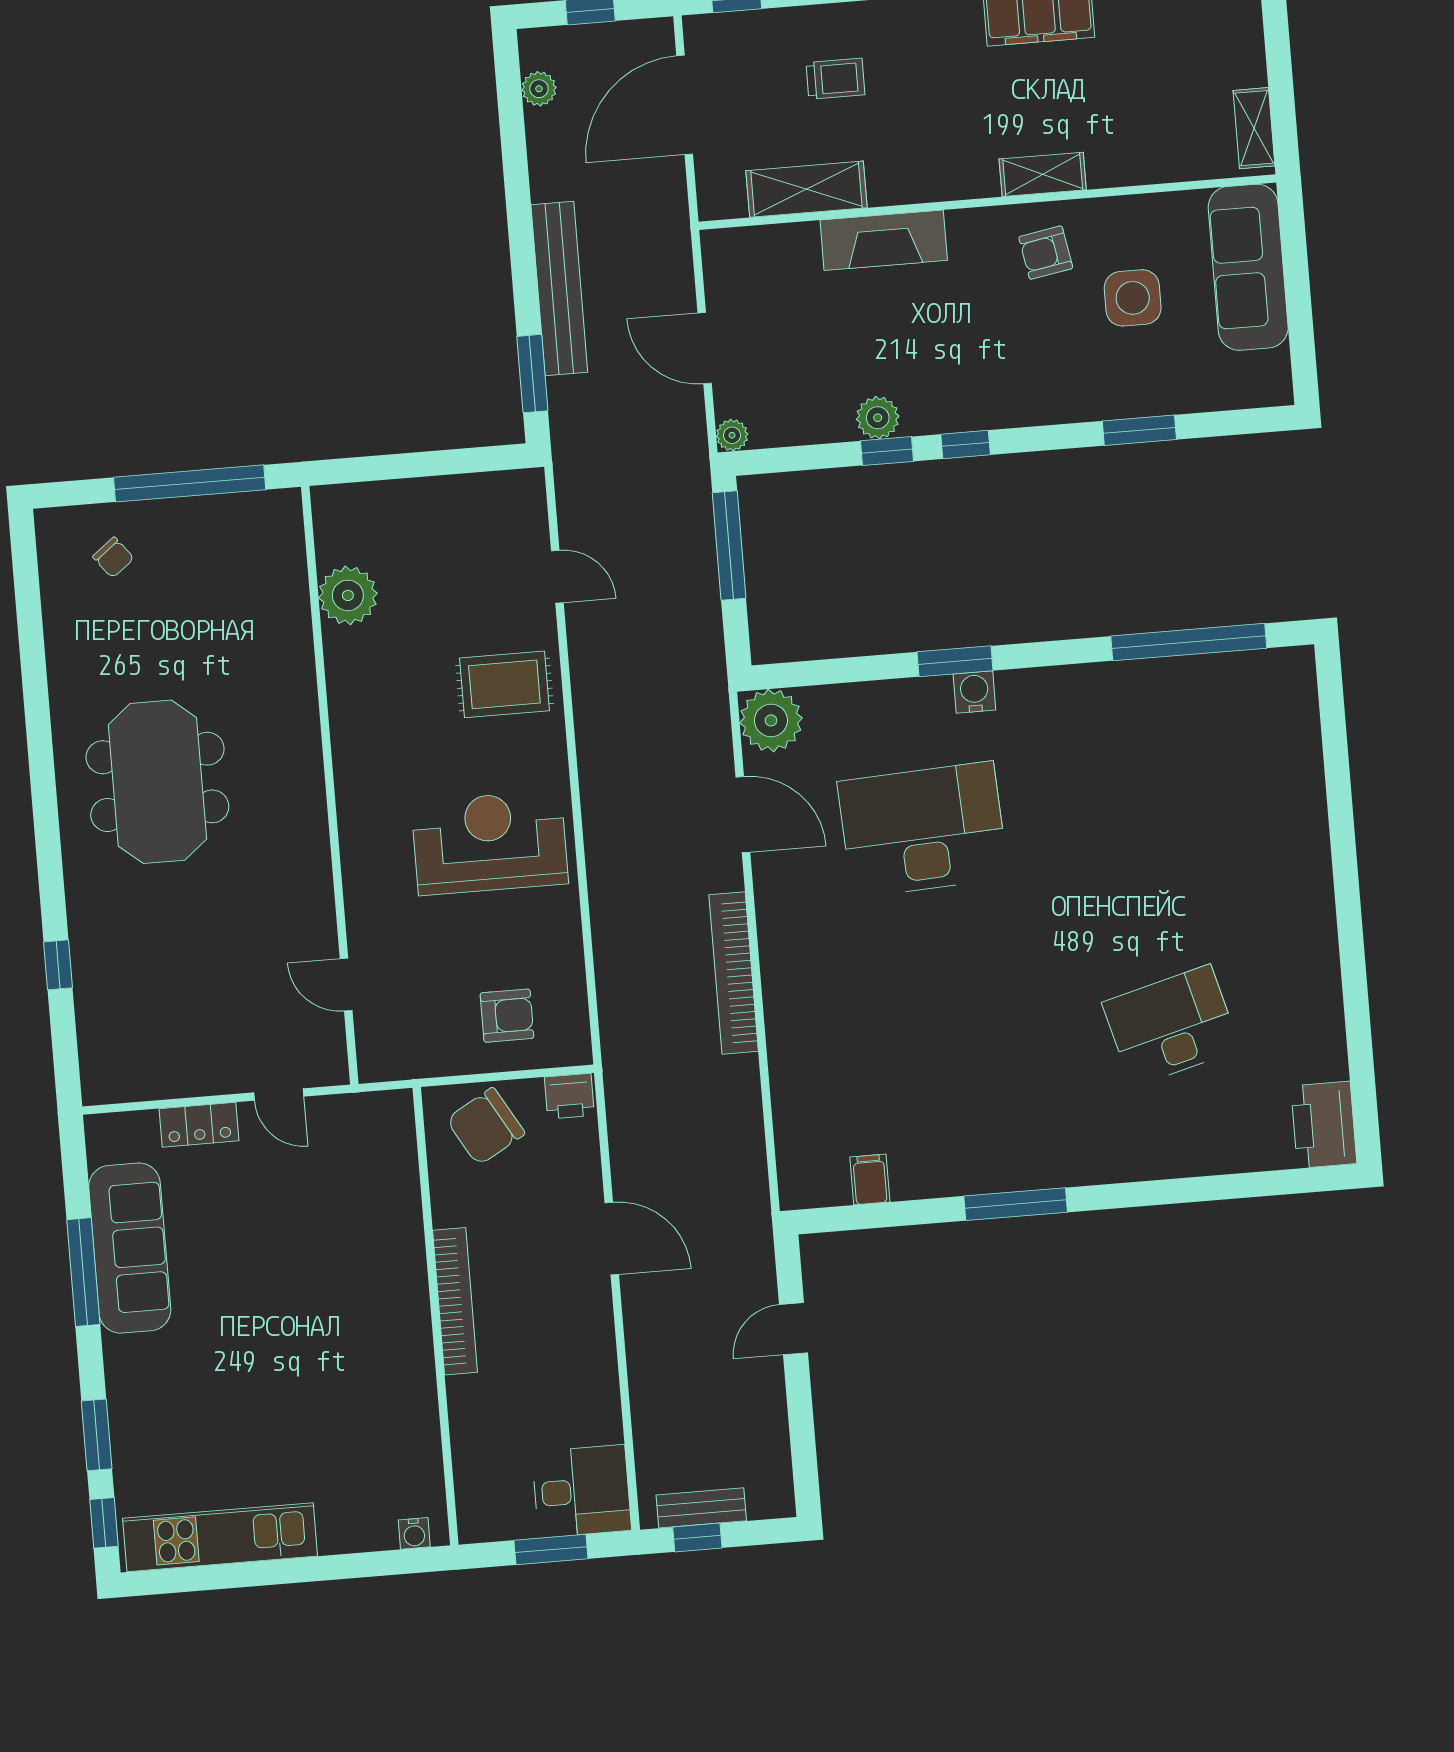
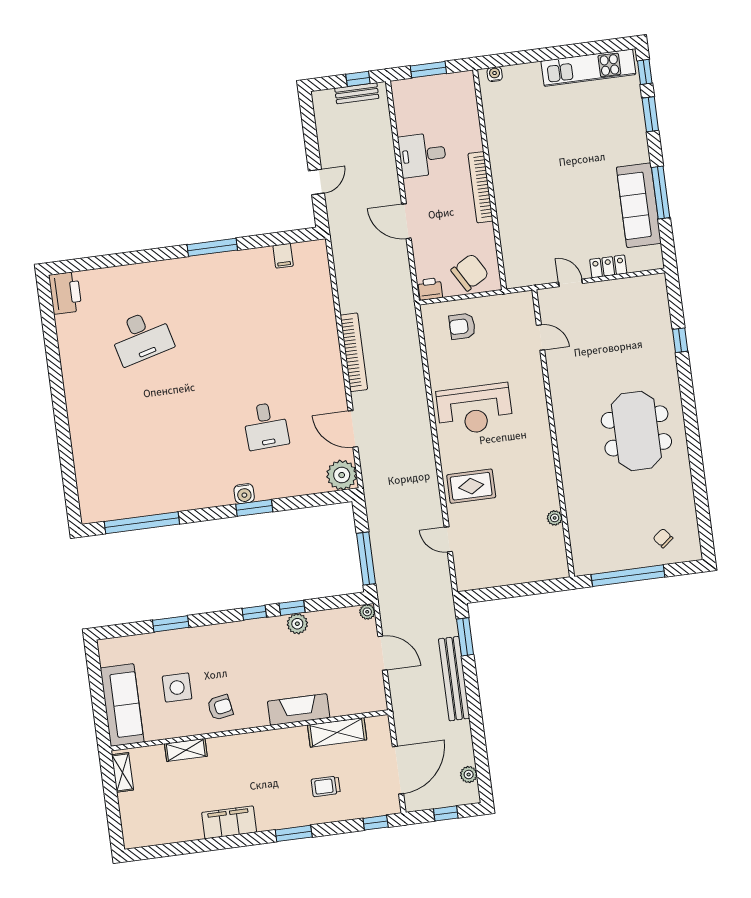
shelving: (1043, 174) -> (186, 750), moved
plant: (348, 595) -> (555, 518), width x0.53, depth x0.53
desk: (923, 830) -> (266, 426), width x0.53, depth x0.77
desk: (582, 1491) -> (422, 155), moved

